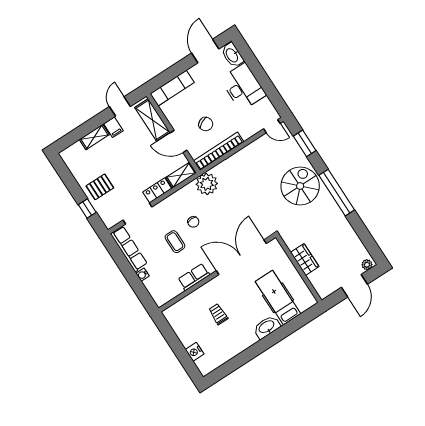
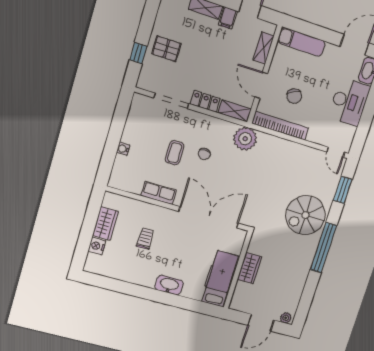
shelving: (152, 120) -> (263, 48), width x0.67, depth x0.75
spiral stairs: (300, 186) -> (305, 215), turned 180
row of seats: (129, 249) -> (135, 119), removed
hospital bed: (278, 298) -> (220, 279), moved
wardrobe: (184, 332) -> (105, 223), added

